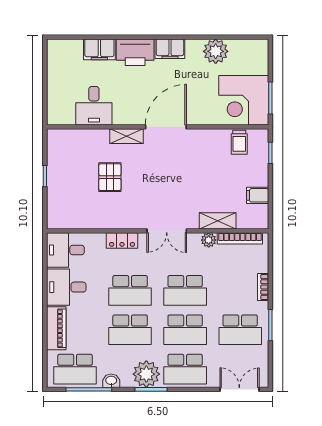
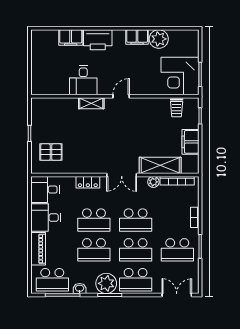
filing cabinet: (170, 49) -> (137, 37), moved
desk: (94, 106) -> (83, 80), moved
door: (166, 127) -> (121, 96), width x0.53
pallet: (110, 177) -> (51, 152), moved, turned 90
filing cabinet: (258, 195) -> (190, 142), width x2.00
shelving: (218, 221) -> (160, 165), width x1.50, depth x1.33

